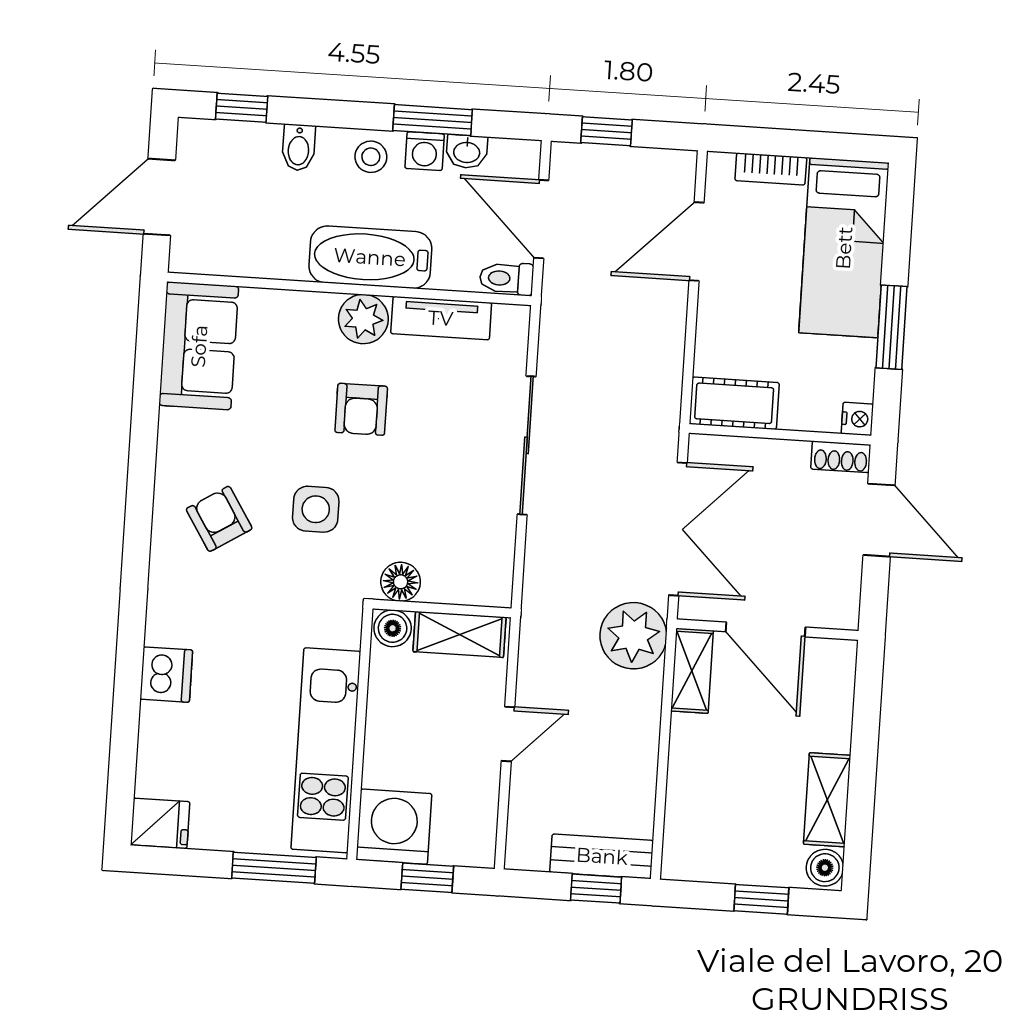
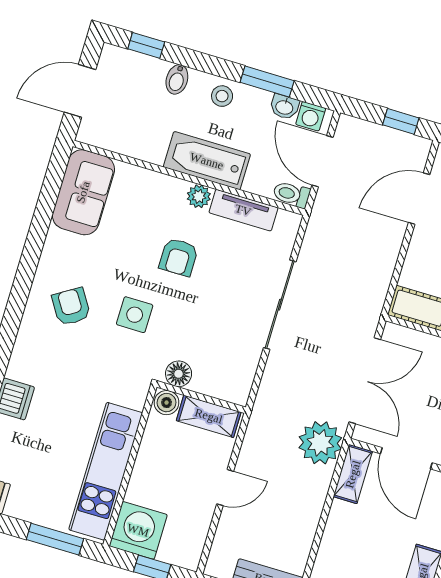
window: (607, 131) -> (401, 121), moved
washing machine: (425, 151) -> (311, 116), moved
plant: (363, 319) -> (199, 196), width x0.73, depth x0.73

